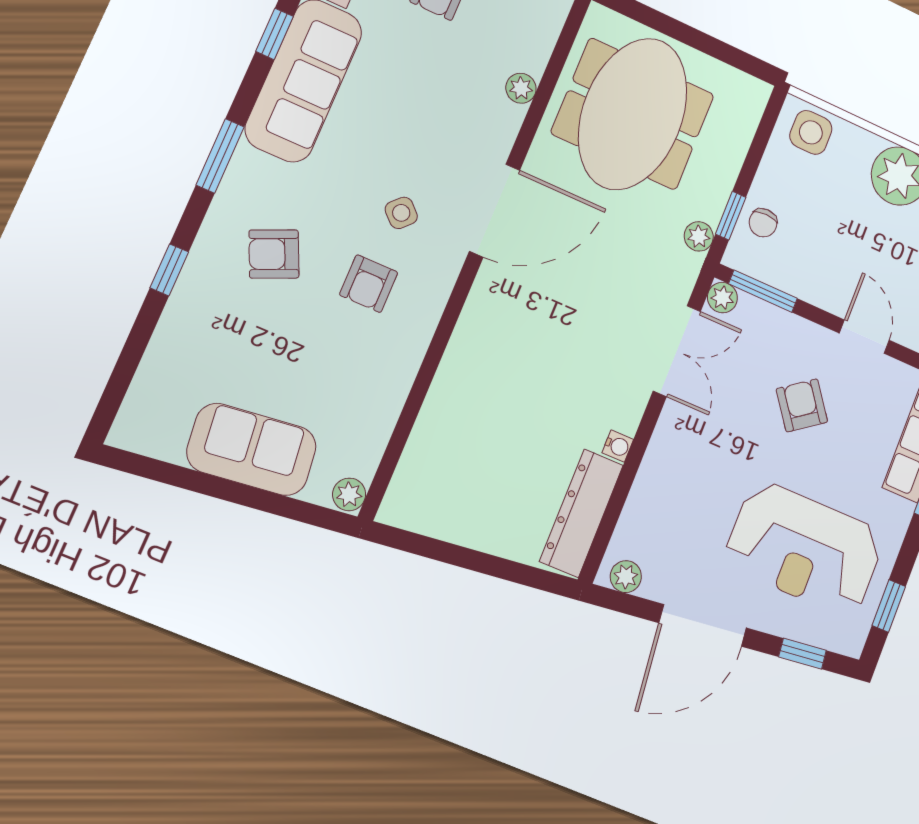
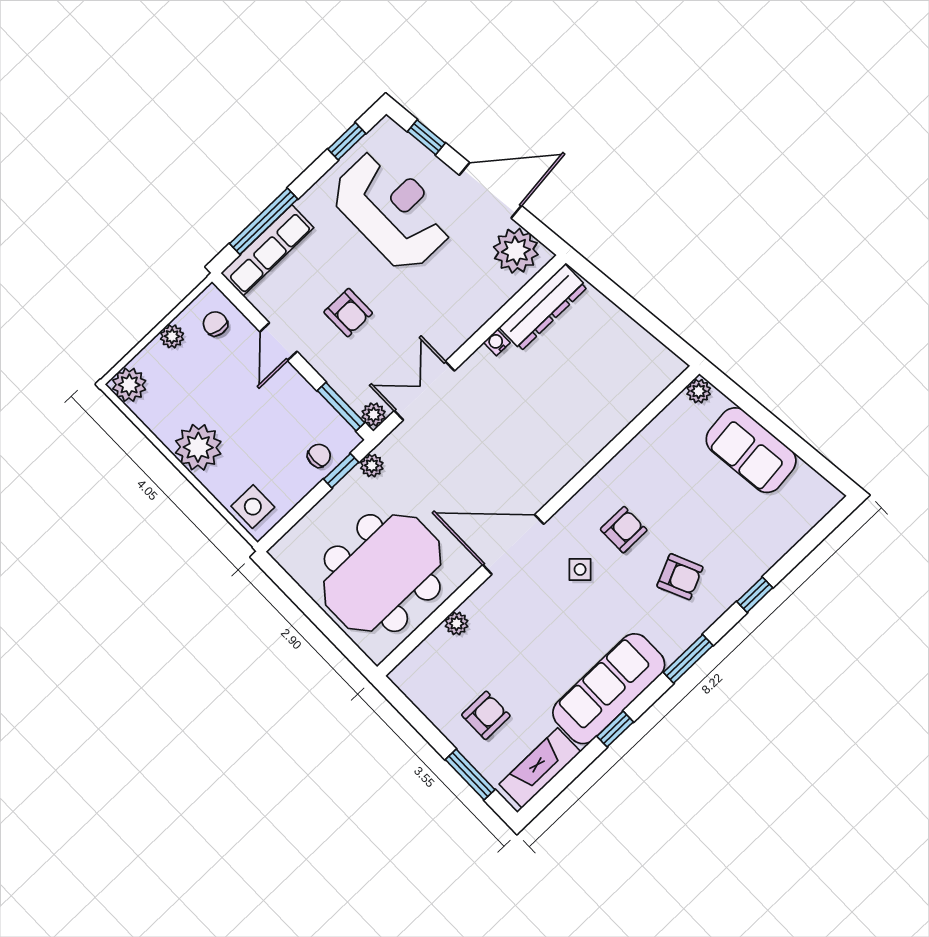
armchair: (802, 405) -> (348, 313), turned -54
plant: (626, 577) -> (516, 251), width x1.87, depth x1.87

